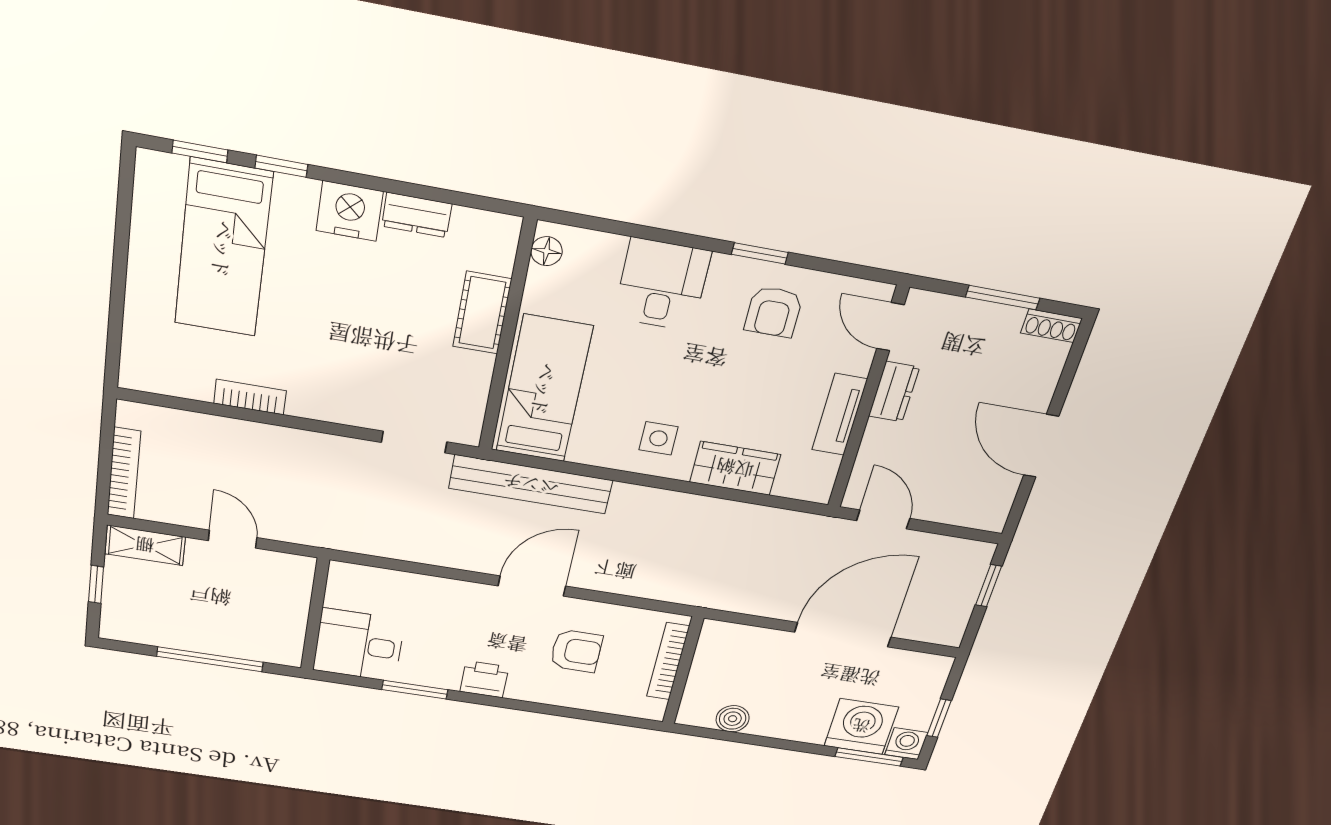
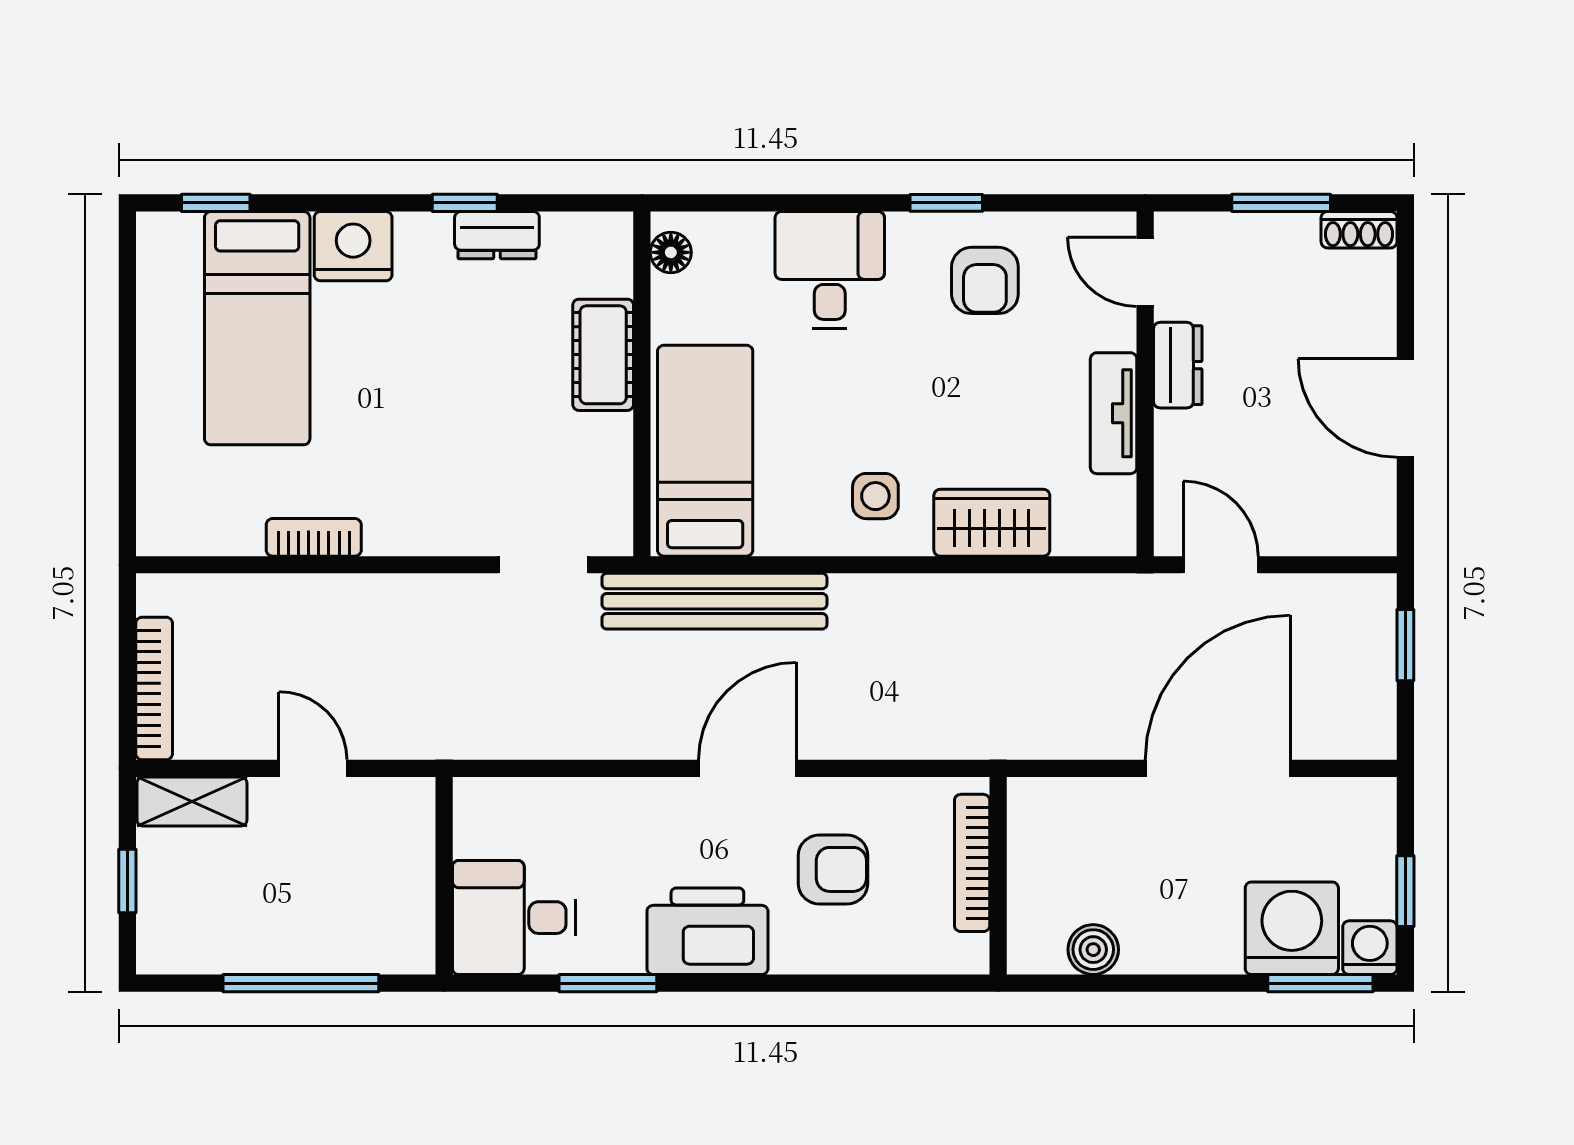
window: (281, 166) -> (465, 203), moved
nightstand: (350, 211) -> (353, 246), moved
printer: (484, 679) -> (707, 931), width x1.87, depth x1.48

